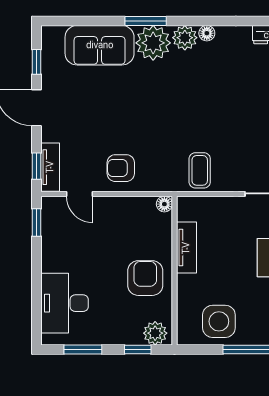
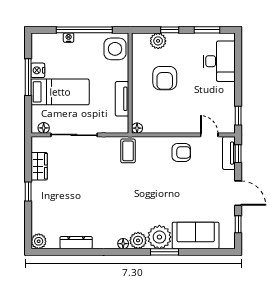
floor lamp: (164, 204) -> (137, 128), moved
tv unit: (186, 248) -> (122, 99), moved
wall: (175, 271) -> (130, 83), moved

